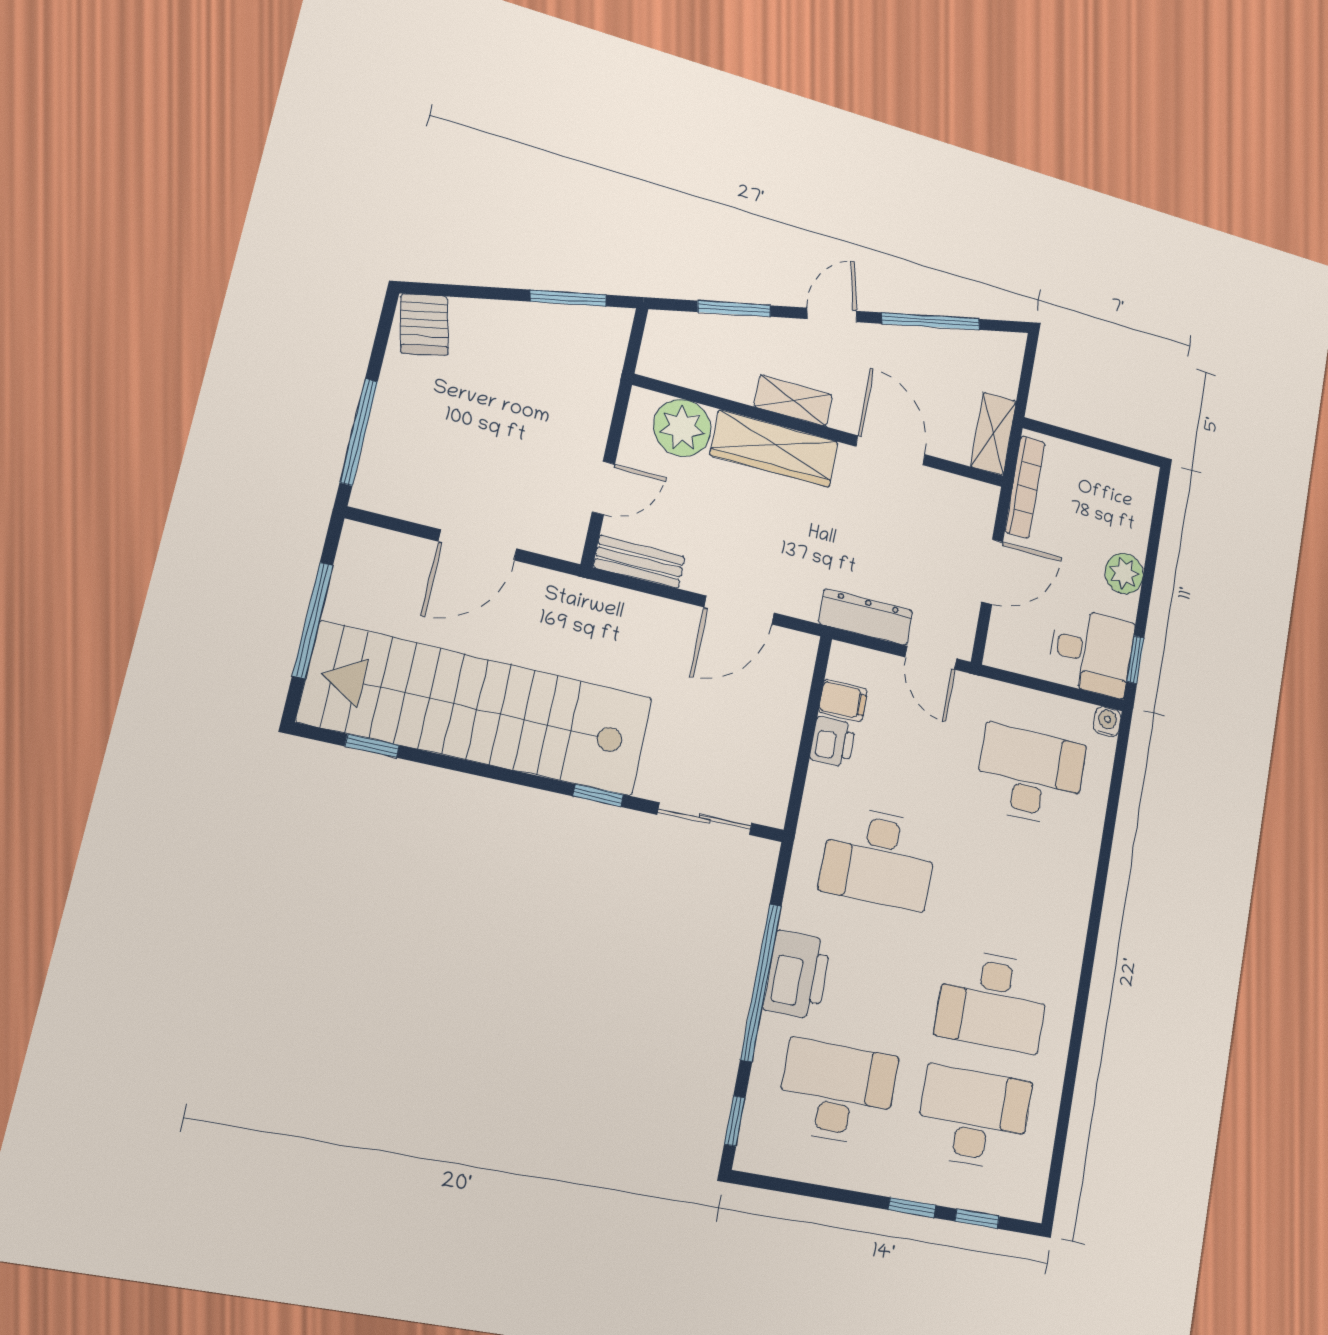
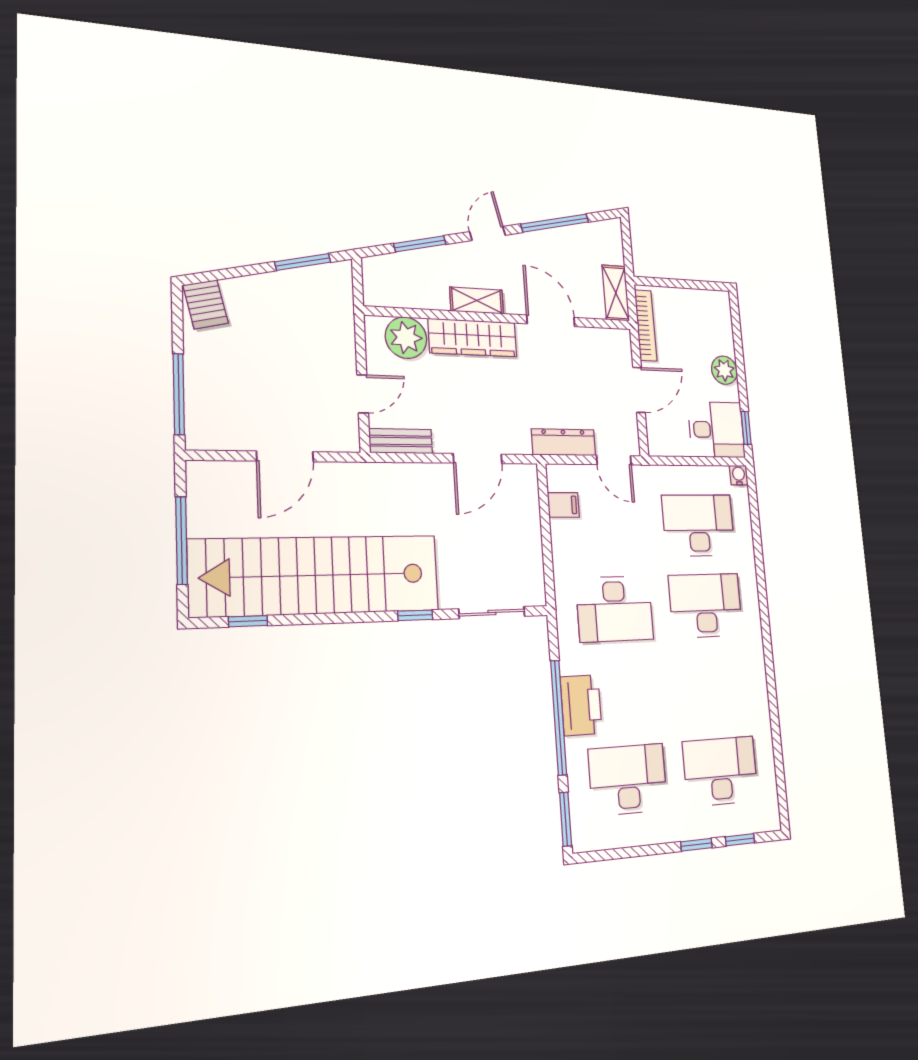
printer: (833, 742) -> (564, 536), removed
desk: (993, 1001) -> (706, 606), moved, turned 180
window: (735, 1121) -> (566, 819), width x1.50

